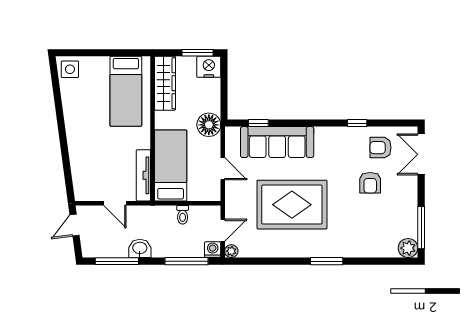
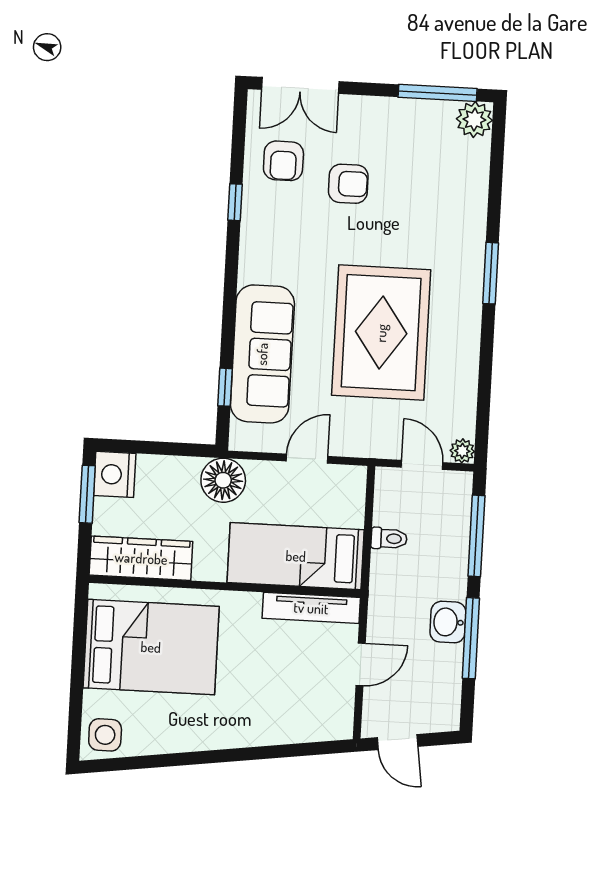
bed: (126, 91) -> (151, 647), width x1.50
washing machine: (213, 250) -> (458, 486), removed
window: (117, 261) -> (471, 638), moved

